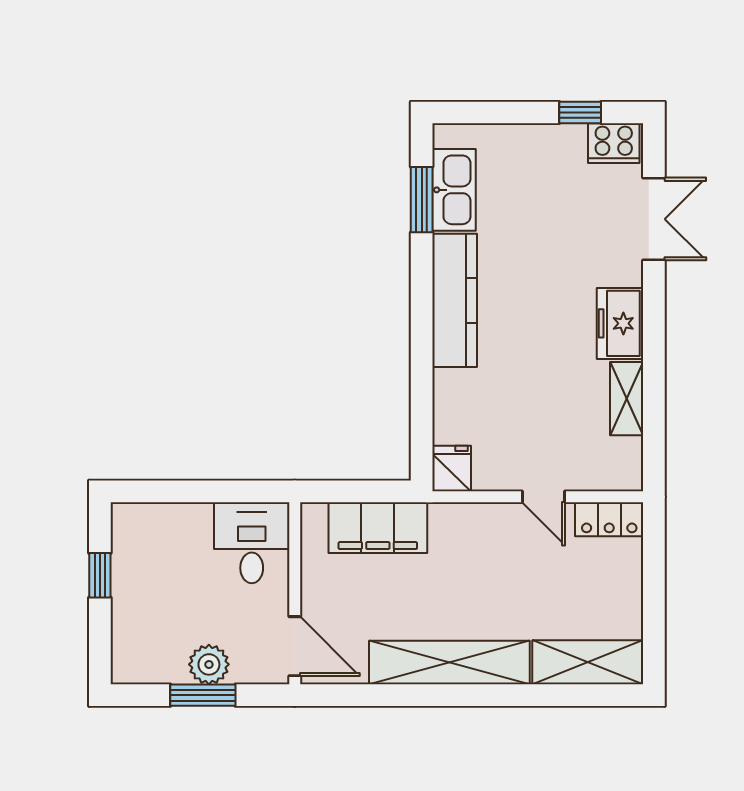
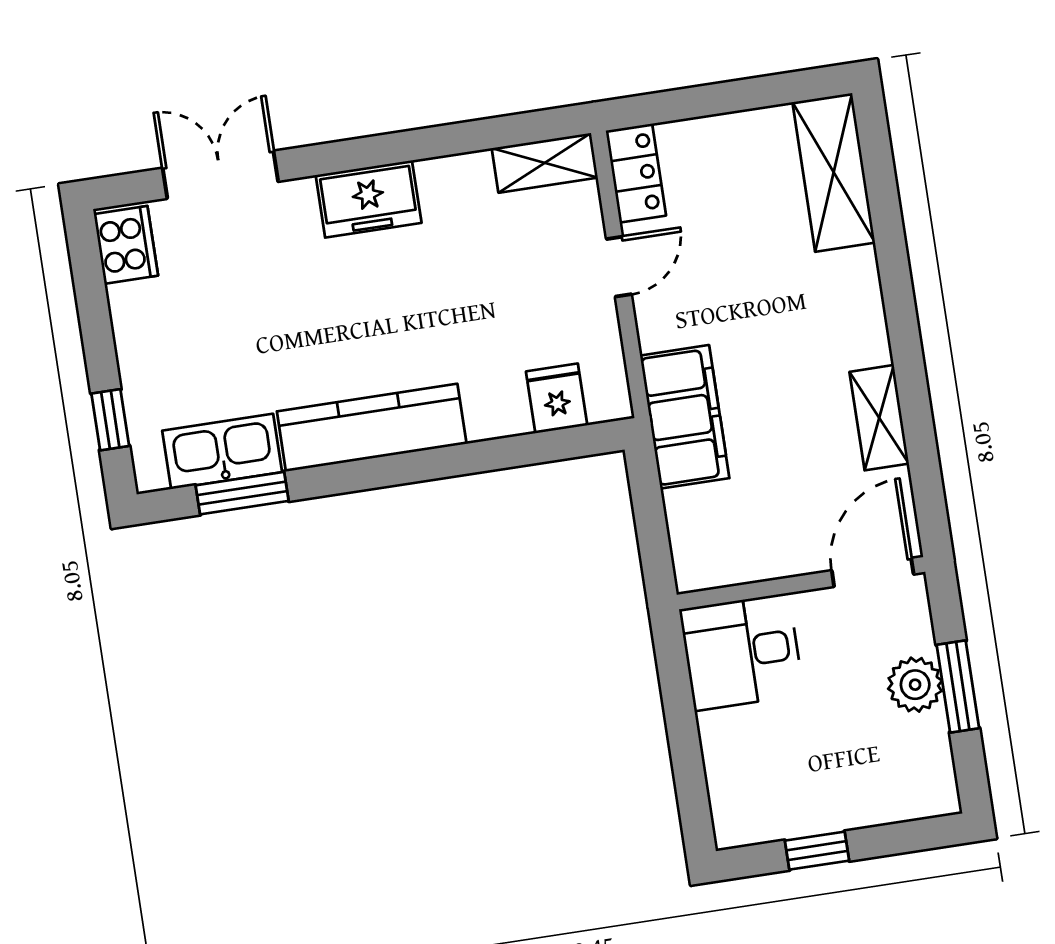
window: (580, 113) -> (110, 420), moved
shelving: (627, 399) -> (545, 163), moved
fridge: (452, 469) -> (557, 398), moved, turned 90
filing cabinet: (378, 528) -> (685, 417), moved
shelving: (449, 663) -> (879, 418), width x0.45, depth x0.75

